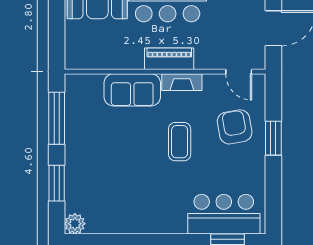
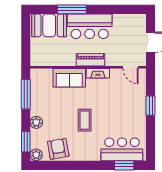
armchair: (235, 127) -> (58, 149), moved
coffee table: (180, 142) -> (85, 120), moved
plant: (75, 167) -> (36, 122), added
window: (57, 183) -> (26, 142), moved

